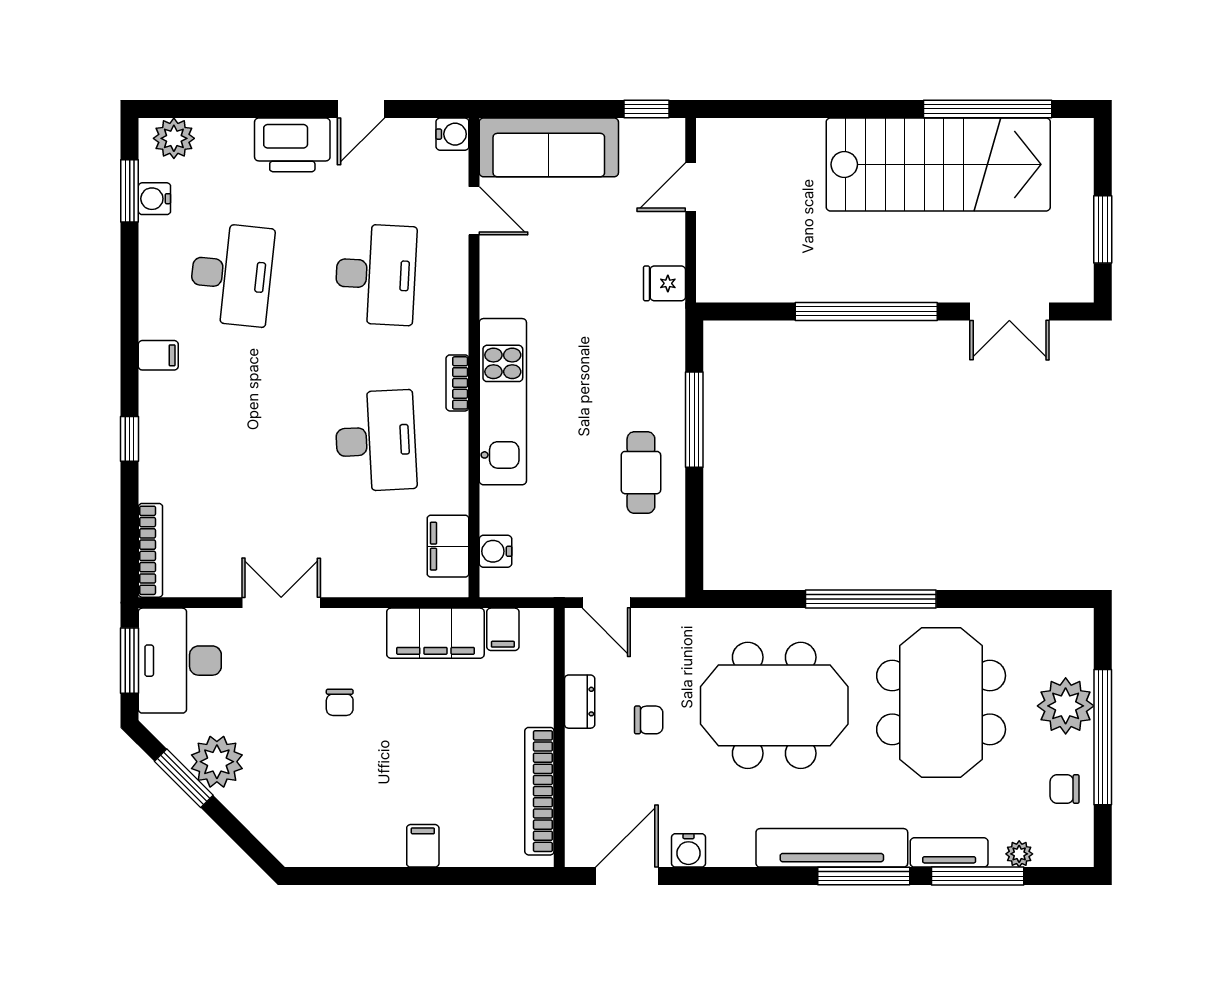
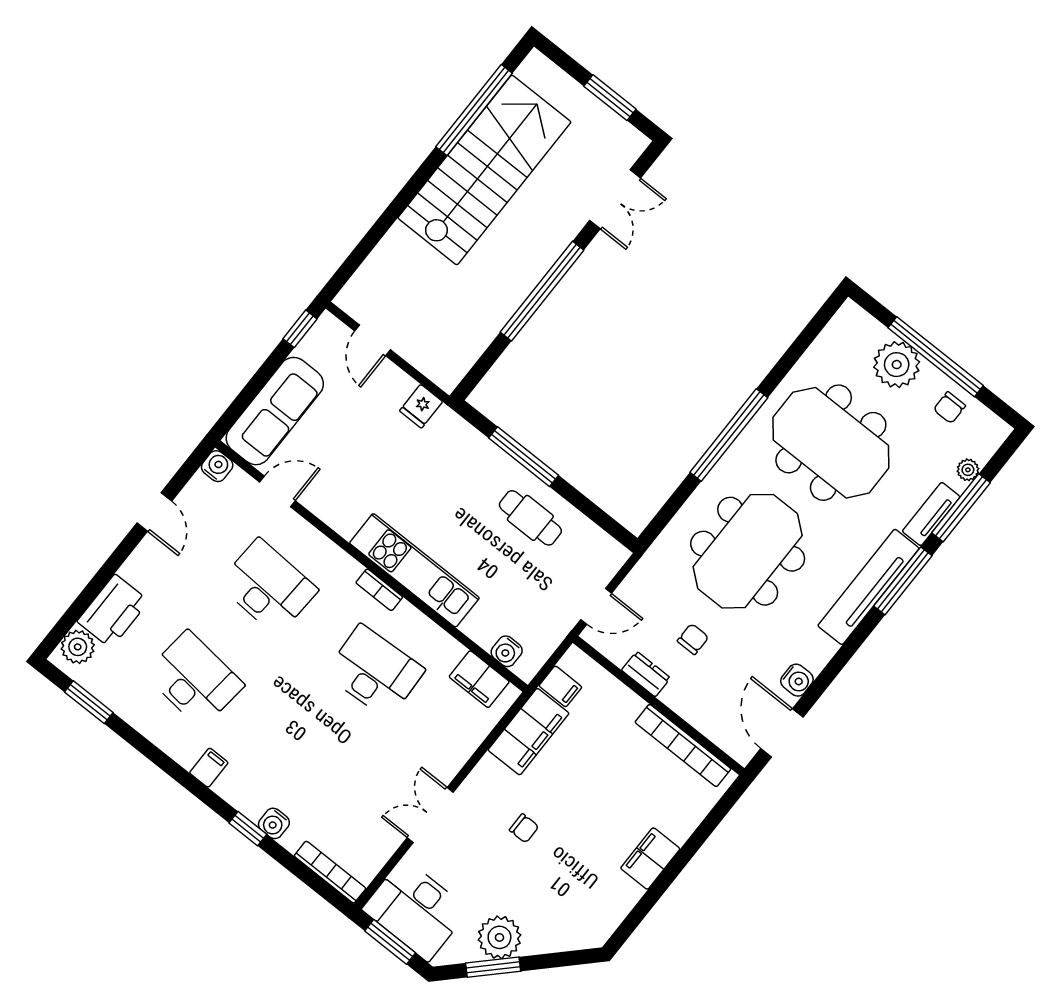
printer: (292, 145) -> (113, 611), moved
water cooler: (154, 199) -> (274, 823), moved
filing cabinet: (423, 846) -> (650, 859), width x2.00

